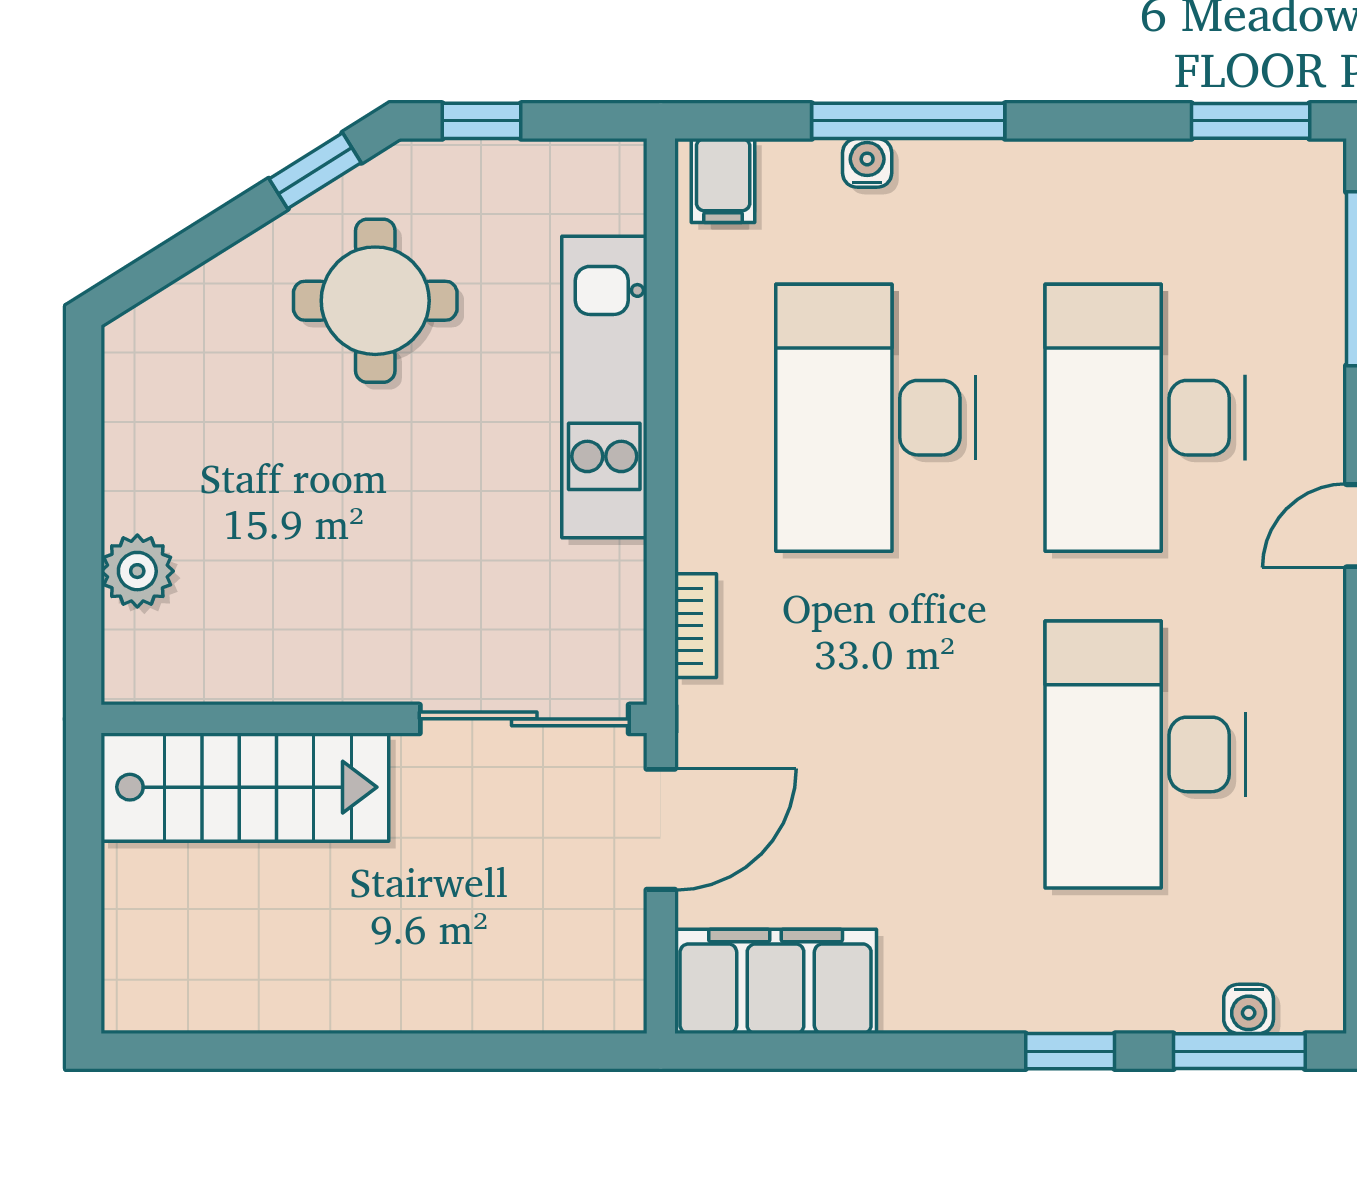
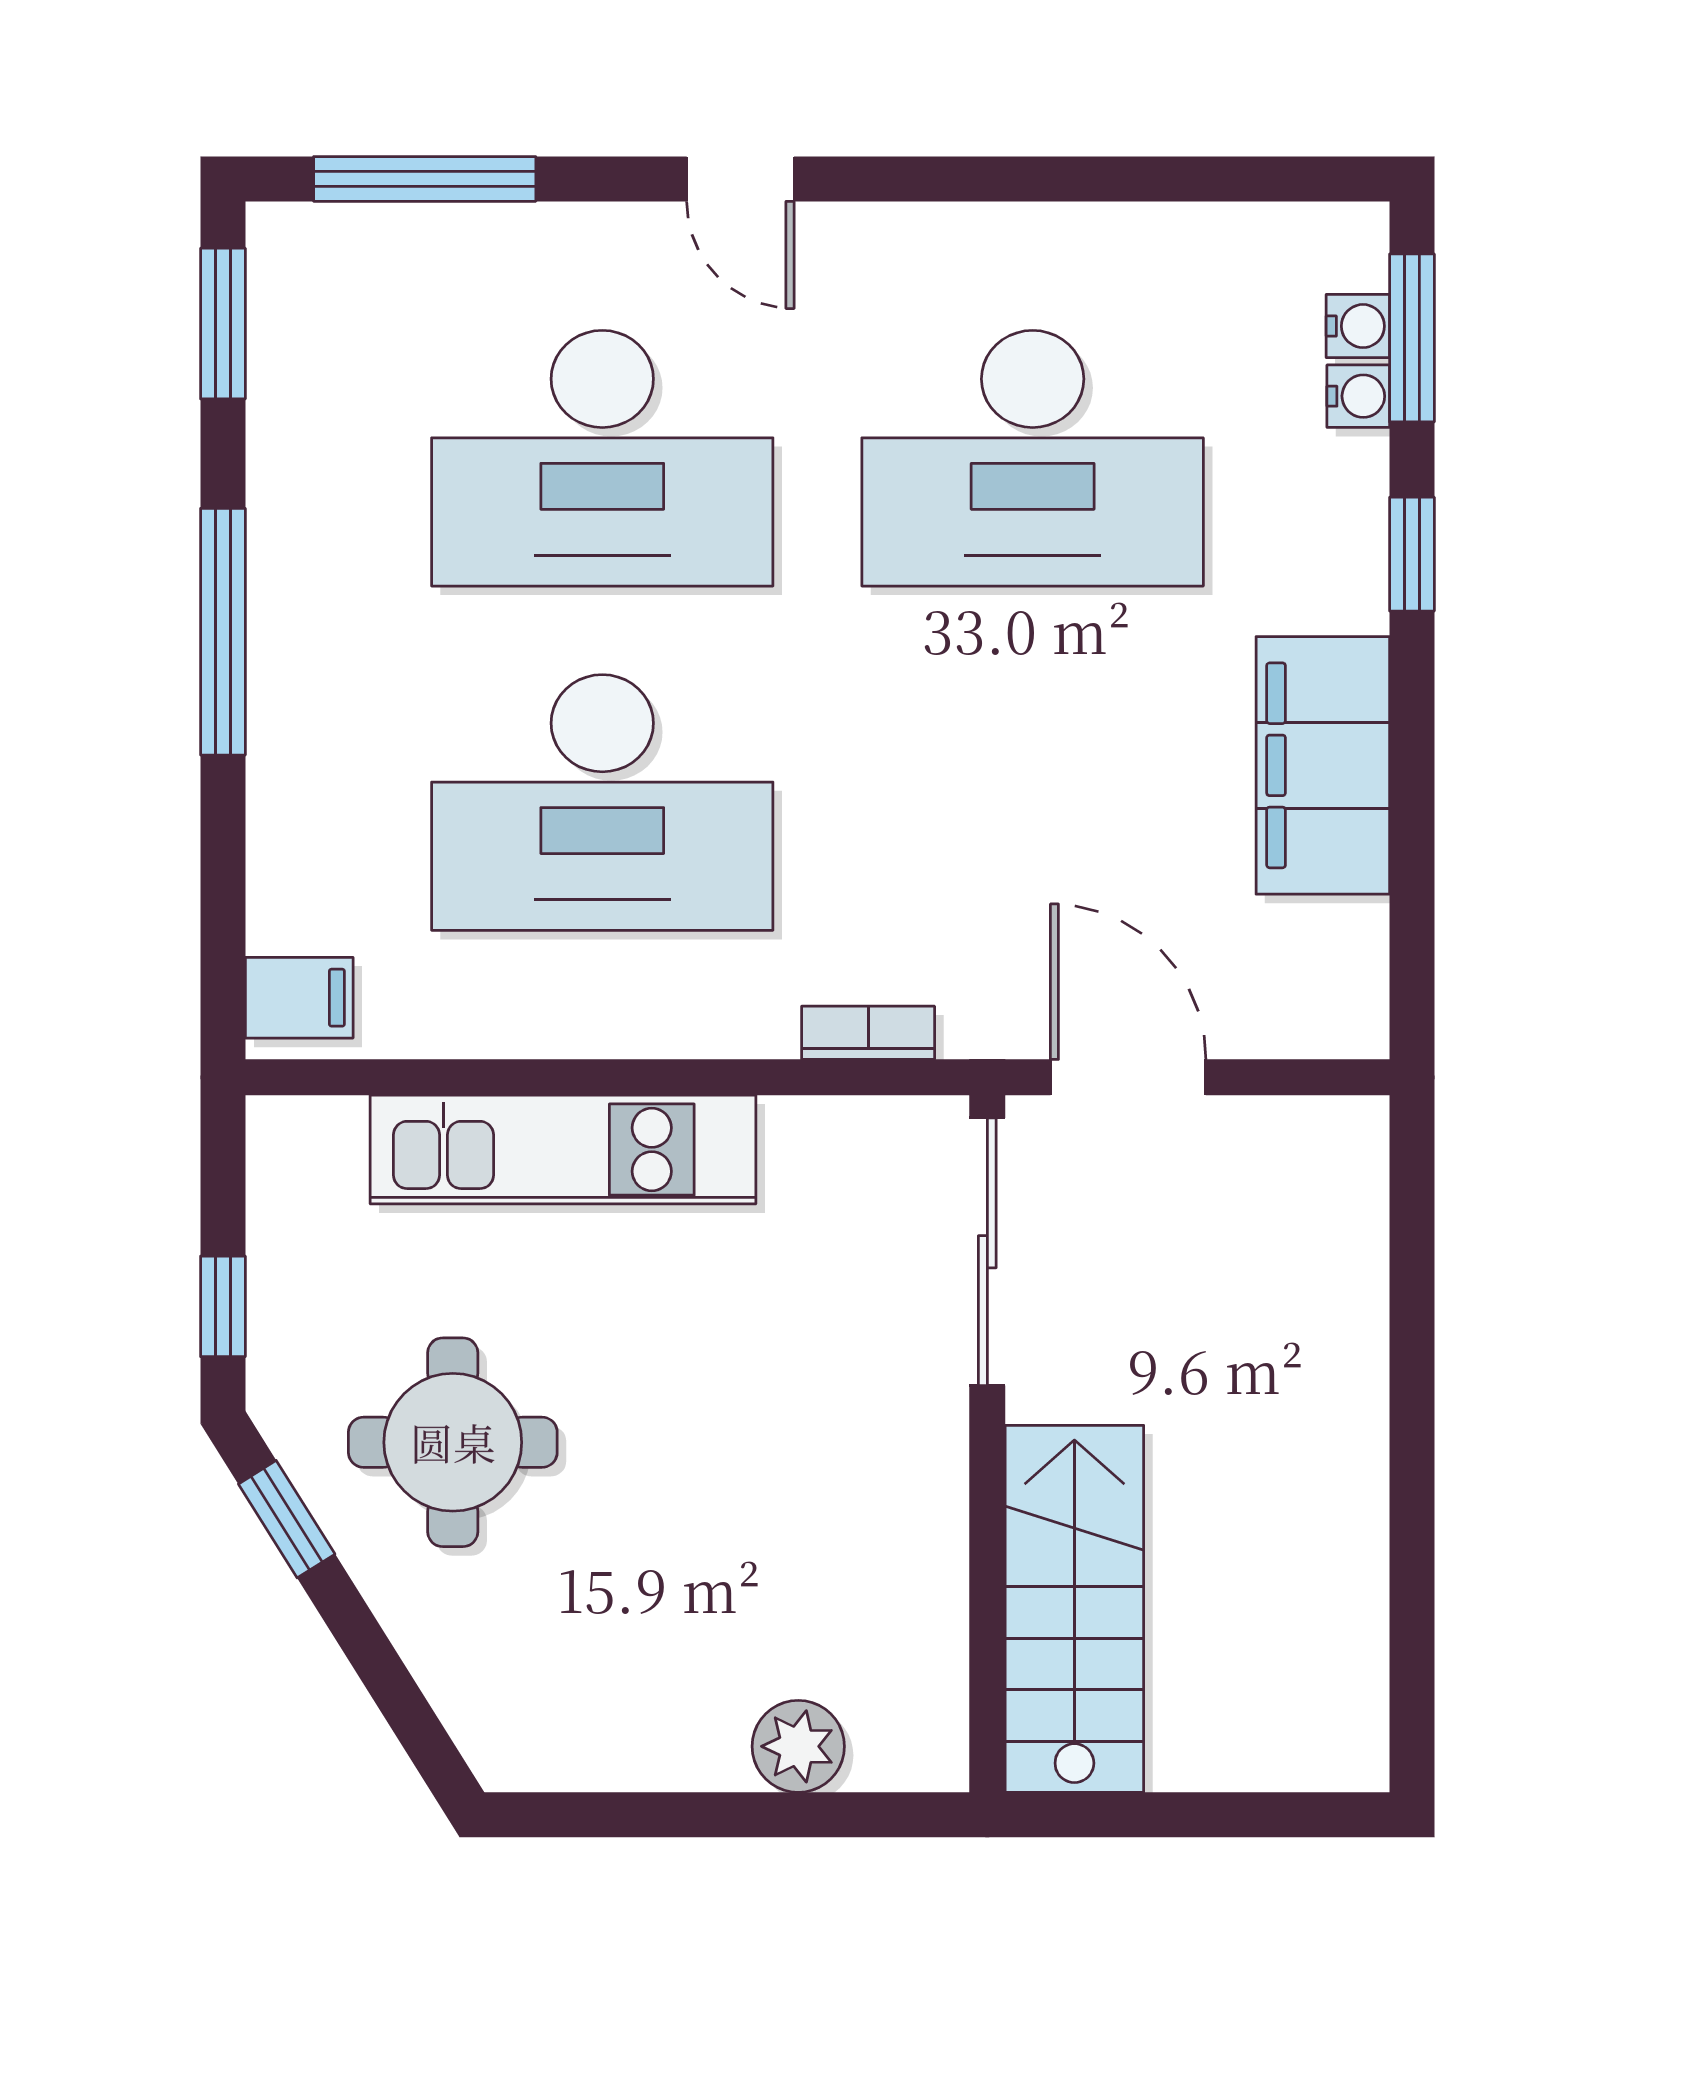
window: (908, 121) -> (223, 632), moved
water cooler: (867, 163) -> (1358, 396), moved, turned 180
filing cabinet: (776, 981) -> (1323, 765), moved

